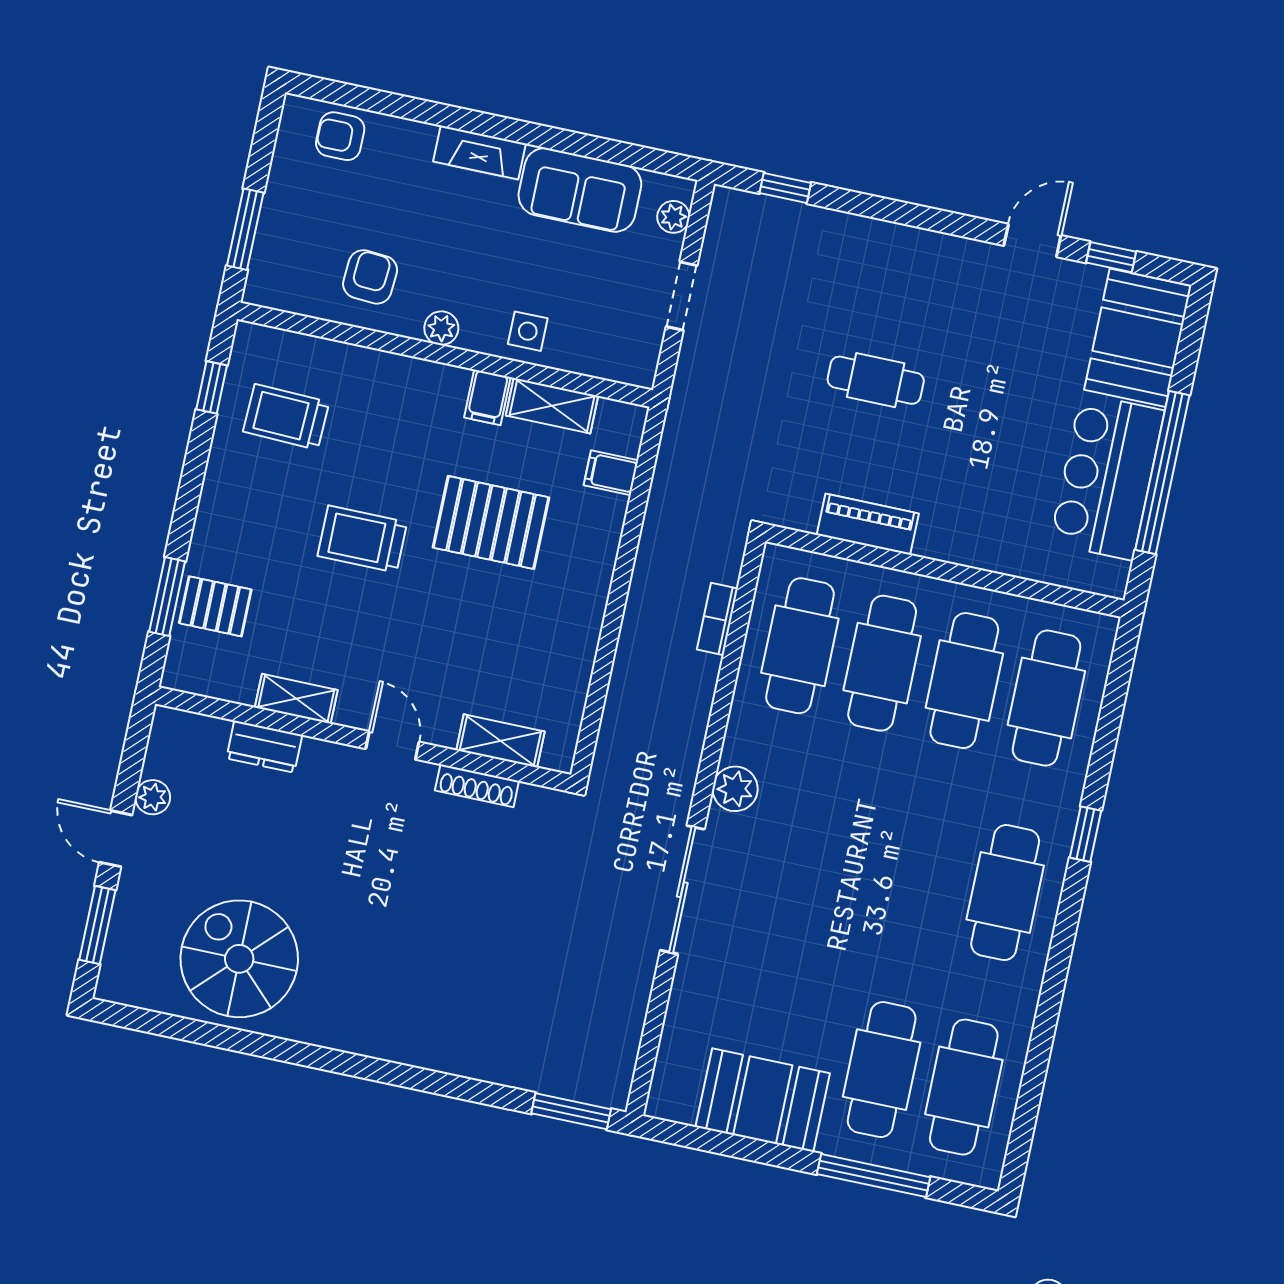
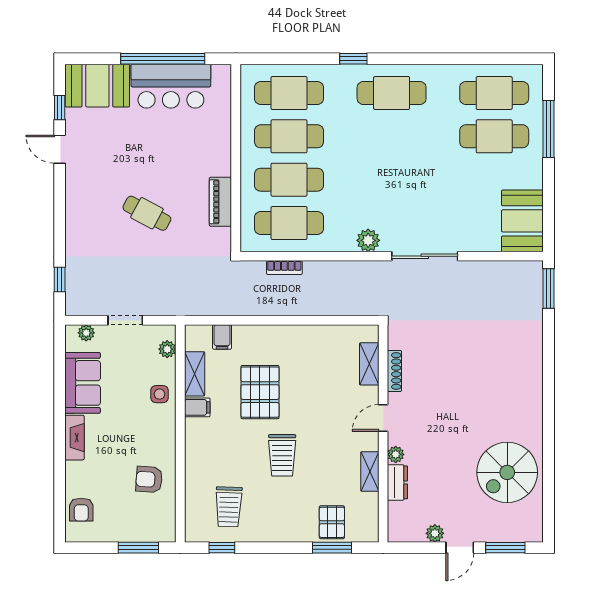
plant: (441, 328) -> (167, 349), moved
cafe table: (876, 380) -> (147, 213), turned -62
plant: (318, 755) -> (396, 454), added
booth: (763, 1100) -> (522, 221), moved

